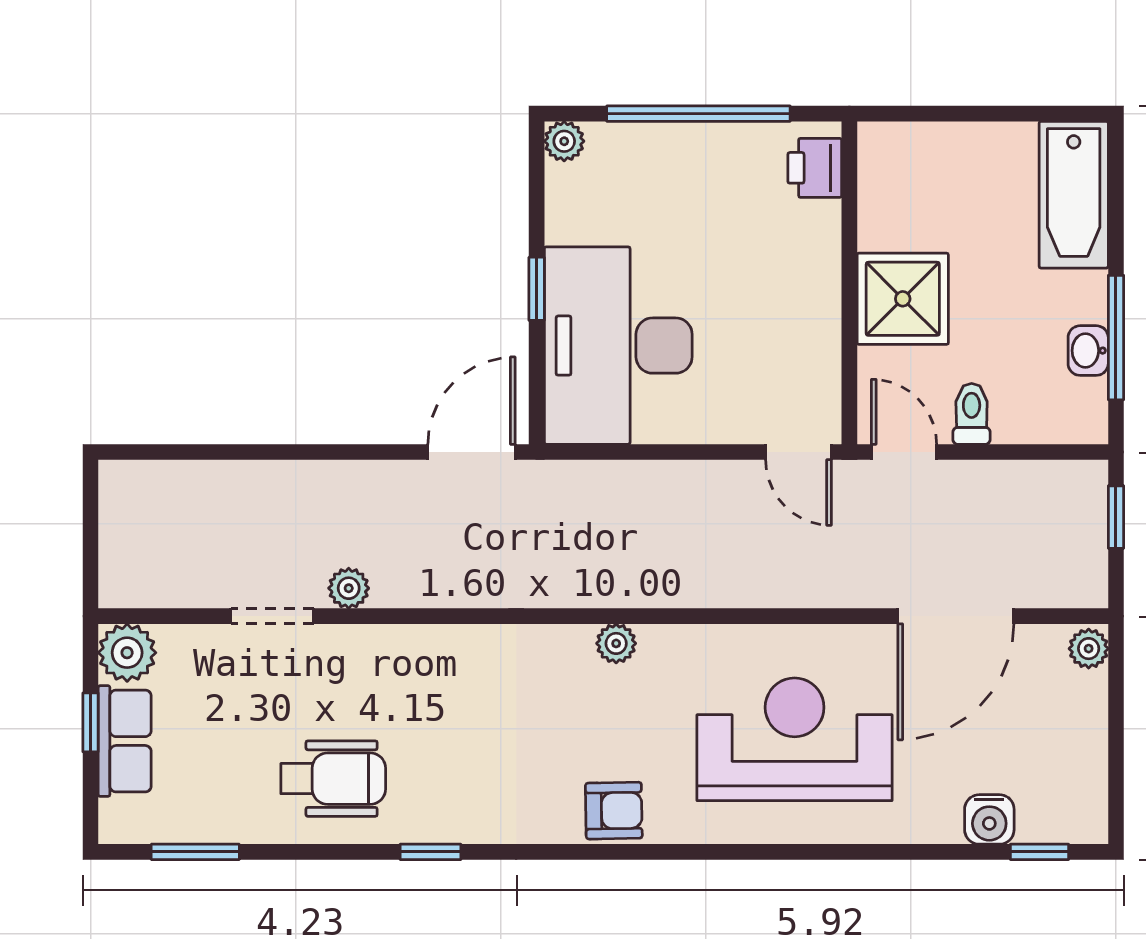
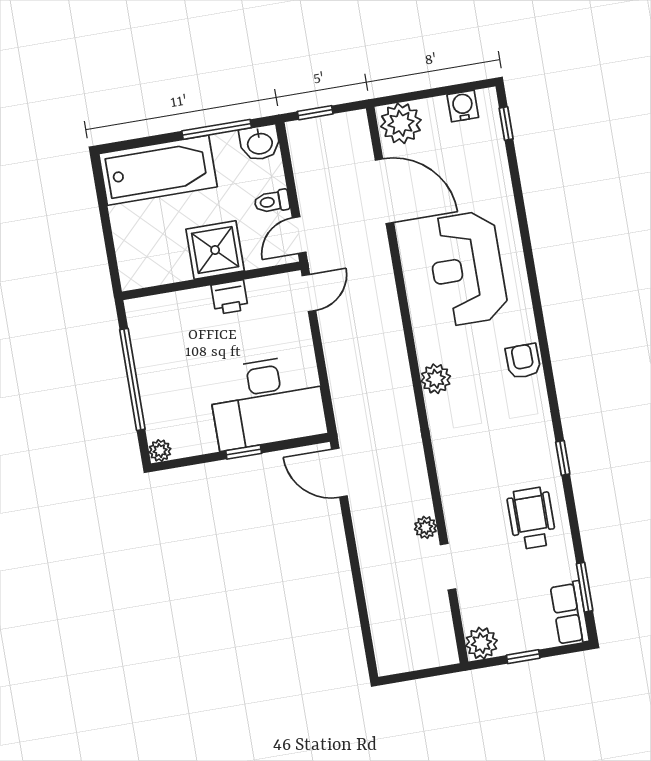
printer: (815, 168) -> (230, 297), moved
bathtub: (1074, 195) -> (158, 170), width x1.36, depth x1.36
washbasin: (1088, 351) -> (260, 143), moved, width x1.38, depth x1.45
plant: (616, 643) -> (436, 379), width x1.38, depth x1.38
plant: (1089, 649) -> (401, 123), width x1.87, depth x1.87
row of seats: (125, 741) -> (570, 613), moved, turned -90
water cooler: (989, 819) -> (463, 106), moved, turned -90

